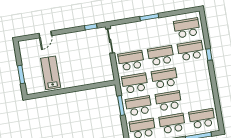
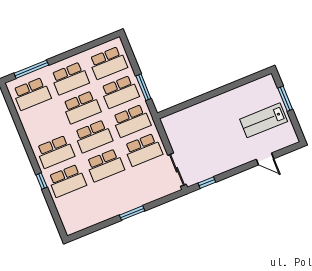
school desk: (187, 28) -> (55, 152), moved
door: (45, 34) -> (265, 159), swing flipped
lab bench: (51, 73) -> (264, 120), moved, turned 90

